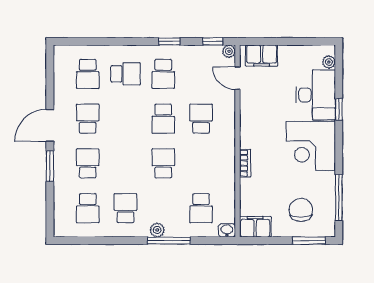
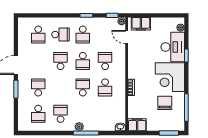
school desk: (88, 119) -> (61, 61), moved
school desk: (201, 208) -> (105, 87), moved
chair: (301, 210) -> (165, 103), moved

